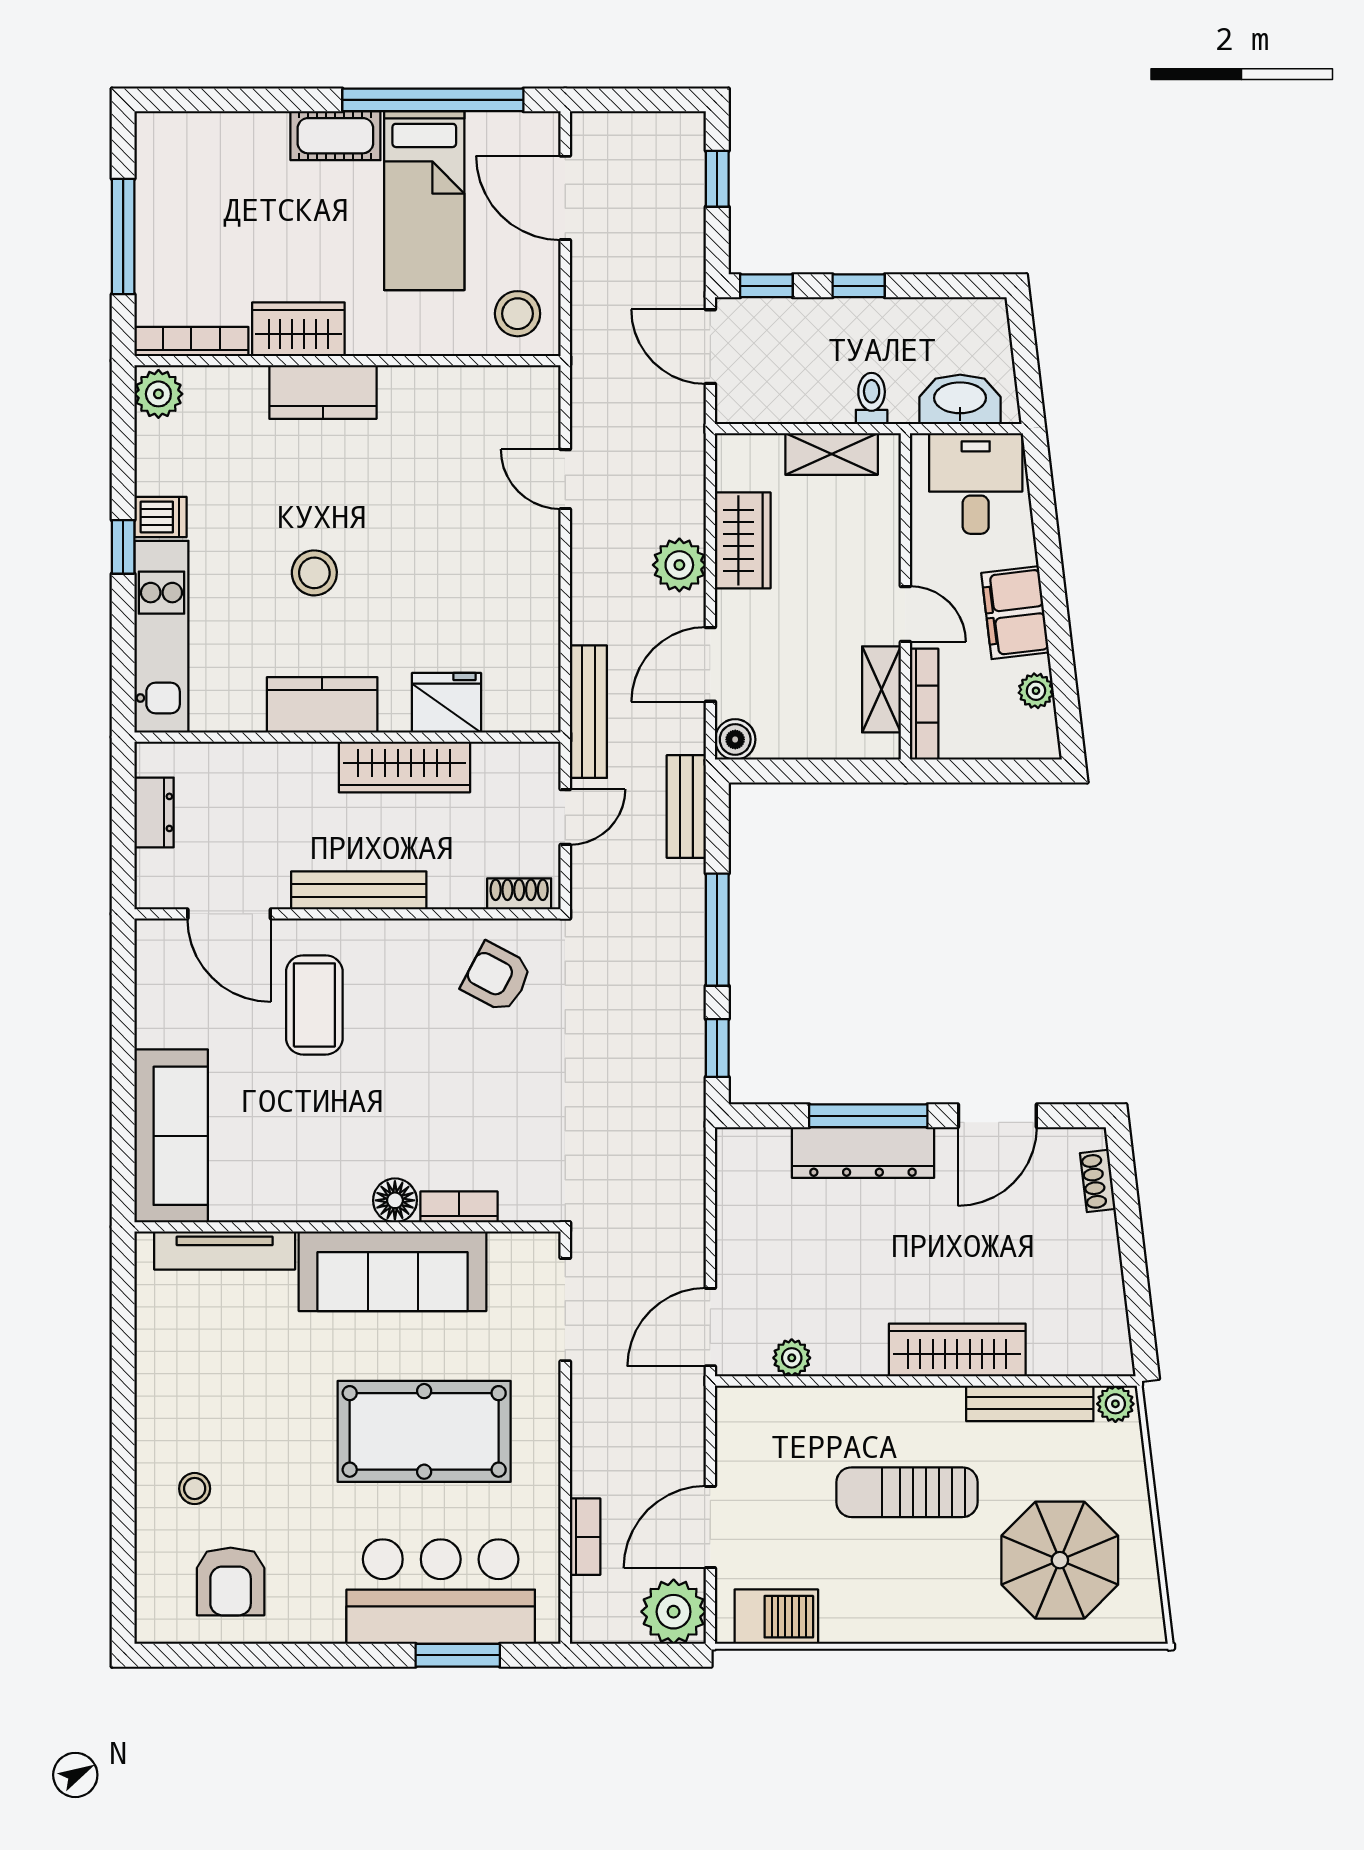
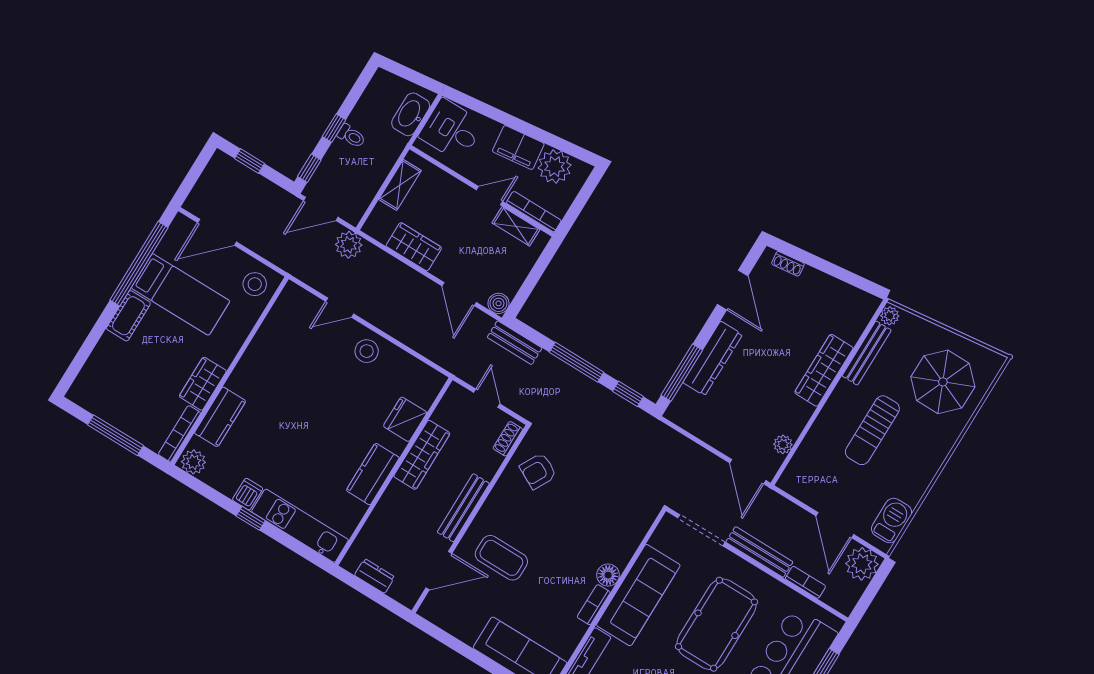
kitchen counter: (323, 392) -> (220, 417), moved
toilet: (872, 398) -> (351, 136), moved, turned 180
plant: (679, 565) -> (349, 245), moved
stool: (314, 573) -> (367, 351), moved
plant: (1036, 691) -> (555, 166), width x1.87, depth x1.87
bench: (588, 712) -> (759, 552), moved
window: (868, 1116) -> (682, 373), moved
bookcase: (459, 1207) -> (594, 605), moved

